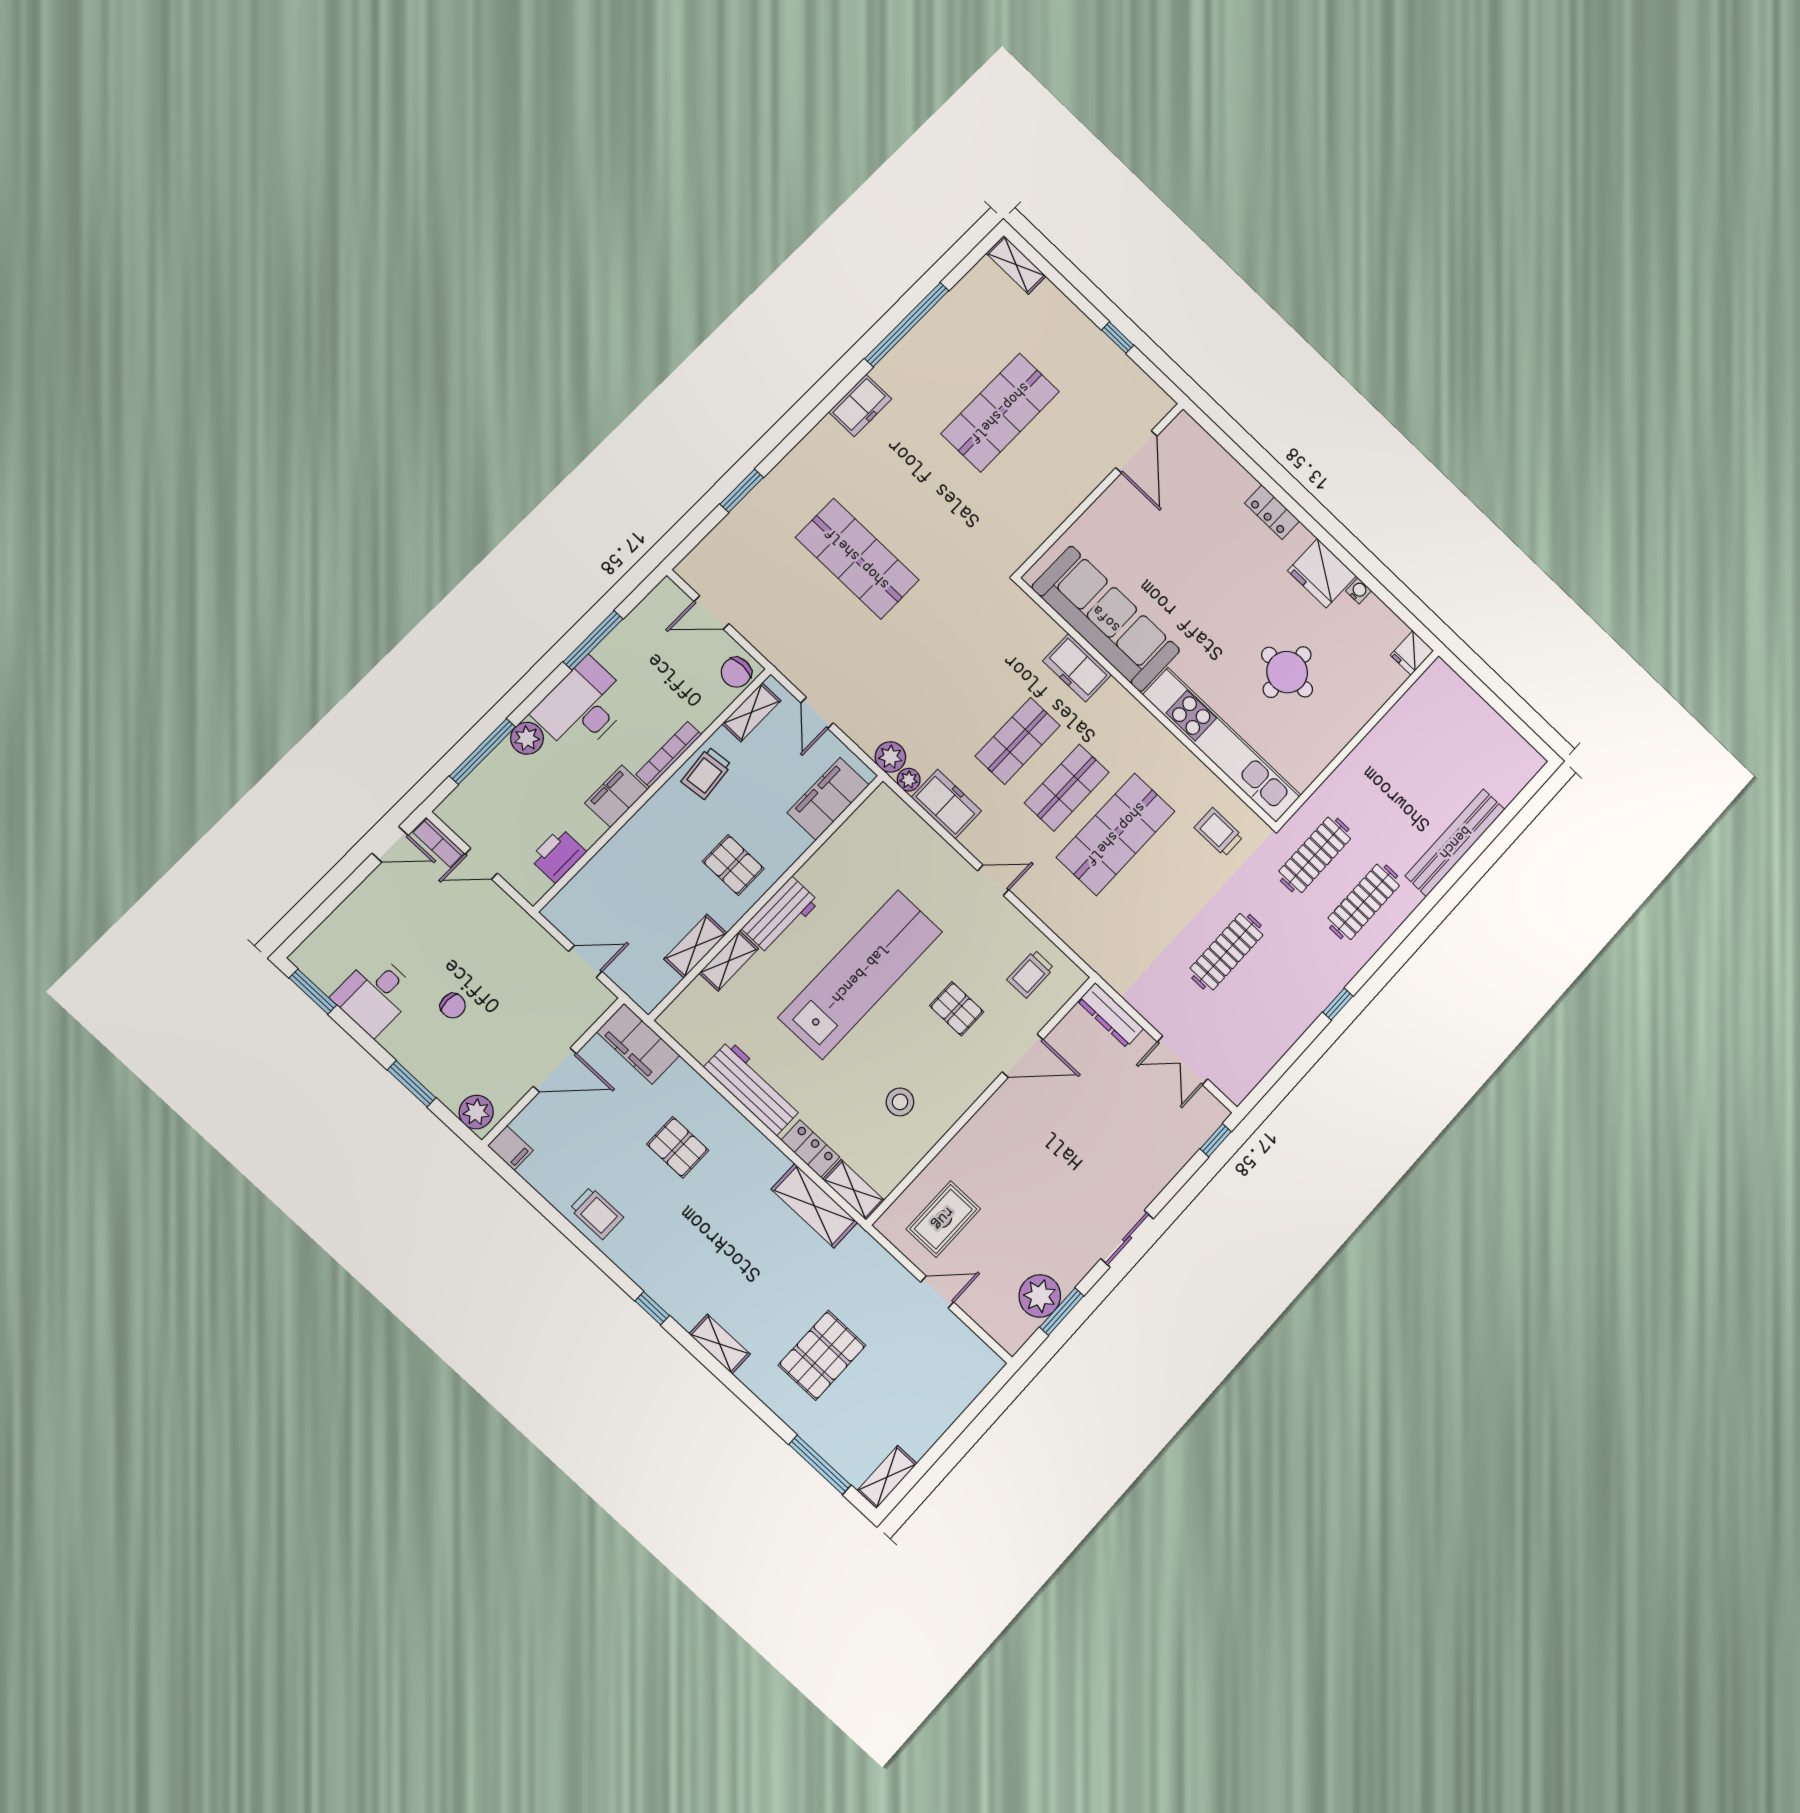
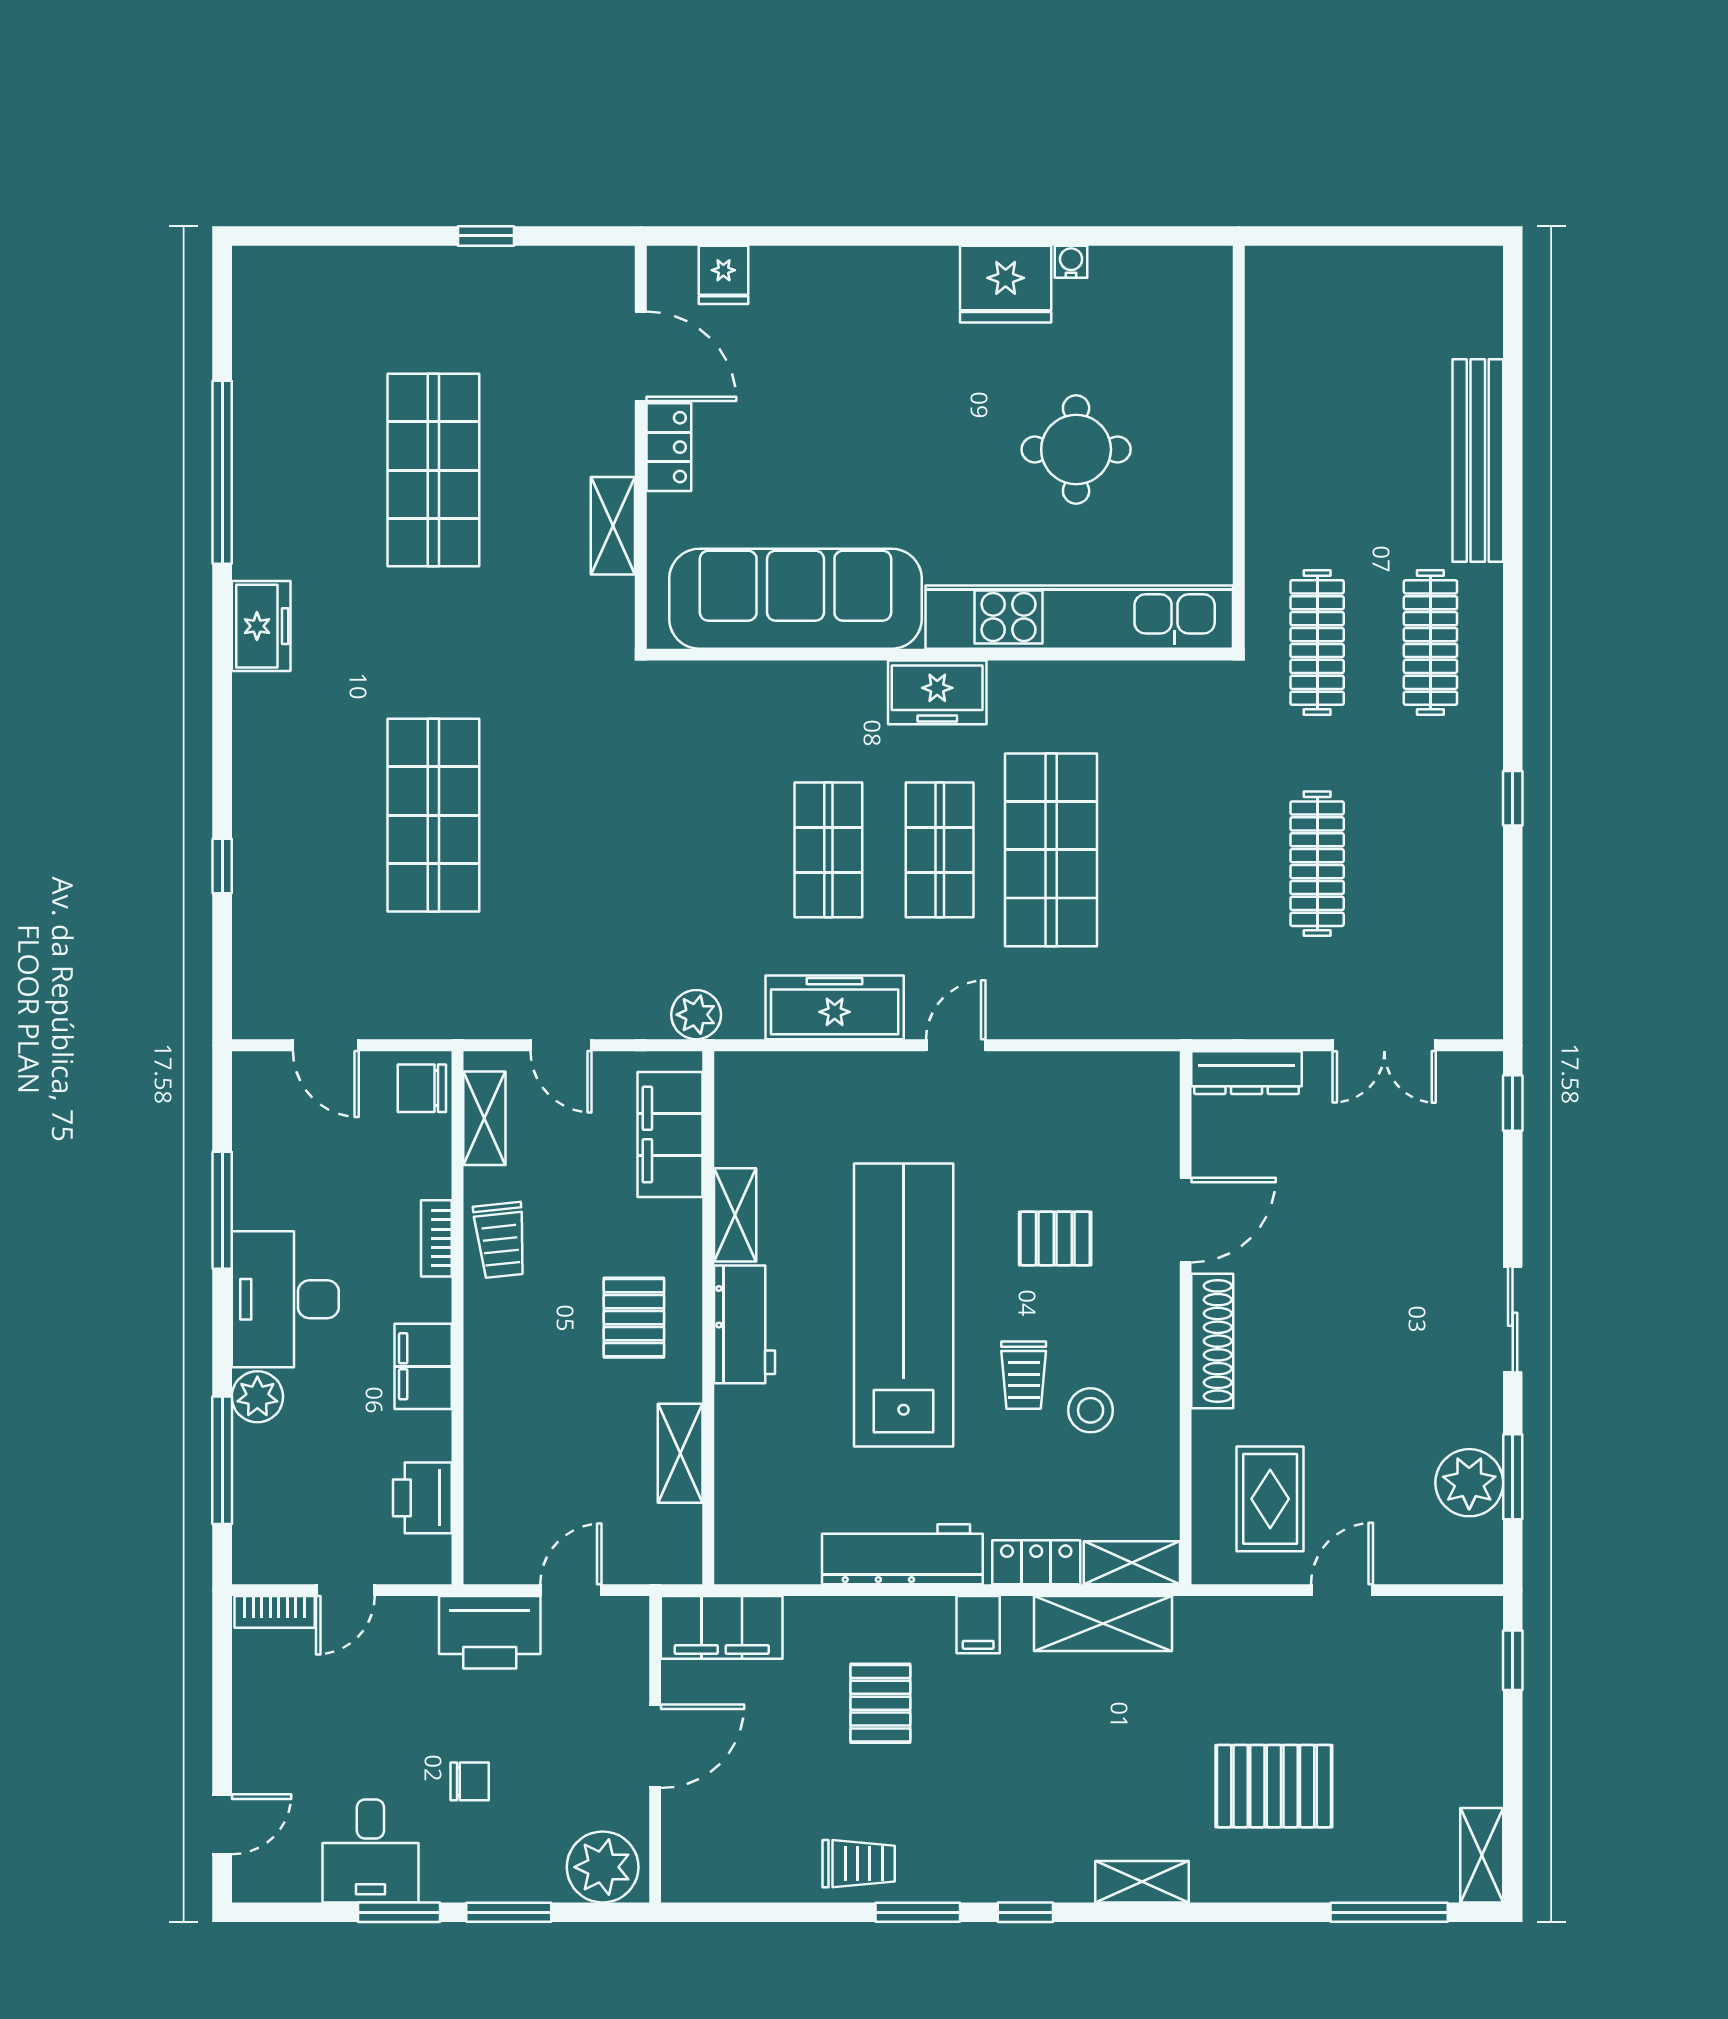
shelving: (1016, 265) -> (613, 526), moved, turned 90
window: (742, 491) -> (222, 866), width x0.67
locker: (1272, 512) -> (669, 447), moved, turned -90
shop shelf: (857, 559) -> (433, 815), turned 90
door: (711, 613) -> (326, 1045), hinge flipped
fridge: (1412, 653) -> (723, 275), moved
freezer: (1077, 668) -> (937, 692), moved
chair: (736, 672) -> (422, 1088), turned 90
bookcase: (669, 754) -> (436, 1238), width x0.64
plant: (909, 780) -> (743, 1021), removed
freezer: (946, 804) -> (835, 1007), width x1.40
trolley: (1219, 832) -> (1174, 727), removed
door: (390, 844) -> (222, 1824), moved
pallet: (733, 865) -> (634, 1318), turned 90
printer: (529, 946) -> (490, 1632), added
shelving: (729, 961) -> (735, 1215), moved
trolley: (1030, 974) -> (1024, 1375), moved
window: (313, 992) -> (399, 1912), moved
plant: (476, 1112) -> (603, 1867), width x1.36, depth x1.36
shoe rack: (984, 1122) -> (1212, 1341), added
pallet: (678, 1147) -> (880, 1703), turned 90
filing cabinet: (510, 1148) -> (978, 1625), moved, turned 90
window: (602, 1262) -> (918, 1912), added
pallet: (822, 1355) -> (1274, 1786), turned 90
window: (985, 1398) -> (1513, 1660), added

